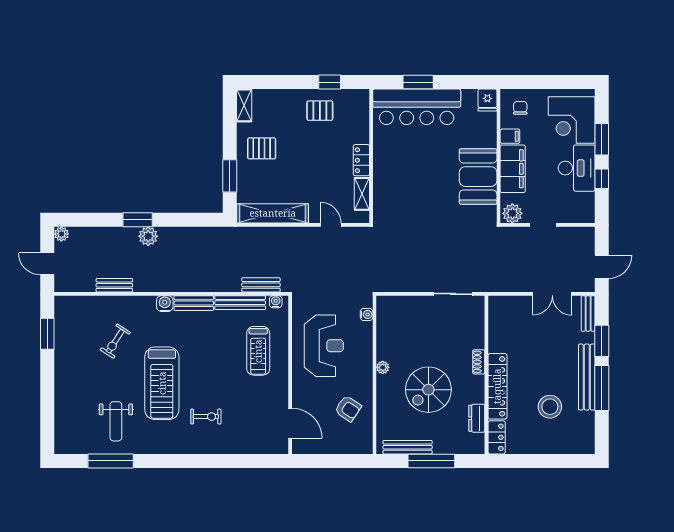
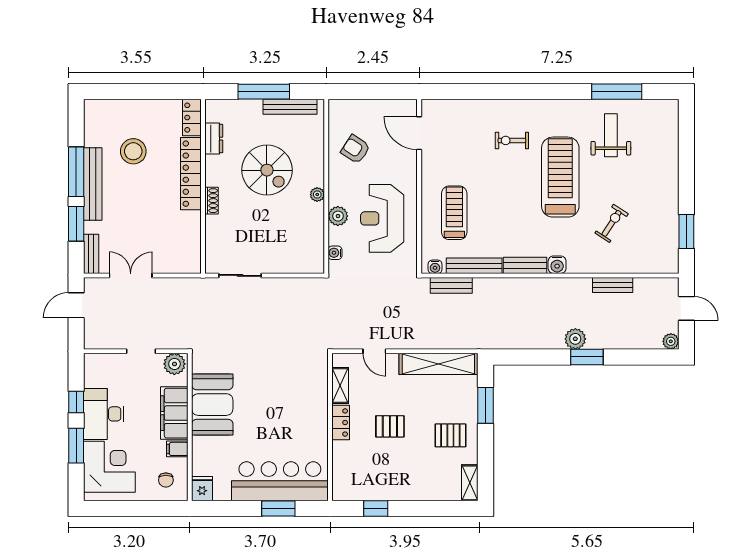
pallet: (320, 111) -> (390, 426), moved
plant: (364, 348) -> (338, 216), added
spiral stairs: (428, 390) -> (267, 170), turned 90

